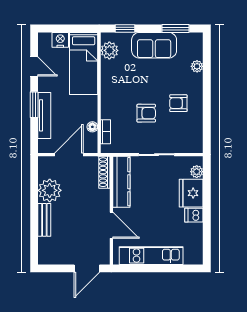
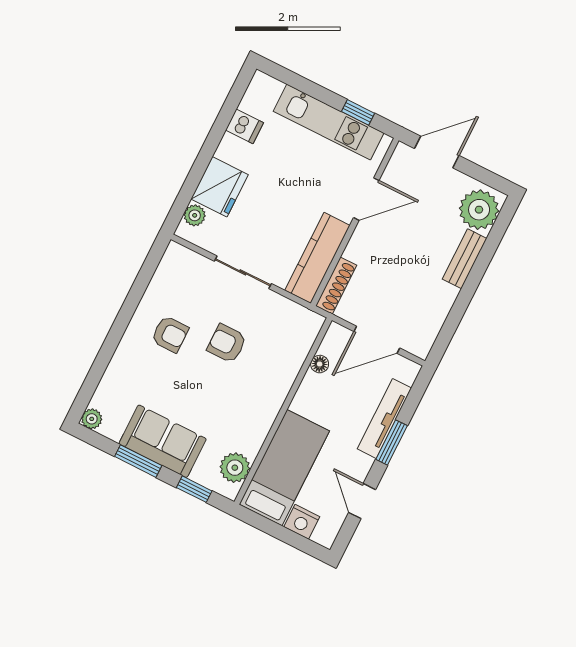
window: (175, 29) -> (138, 461), moved
plant: (197, 66) -> (92, 419), moved
bookcase: (105, 132) -> (303, 346), removed
plant: (50, 190) -> (479, 210), moved
dishwasher: (194, 215) -> (245, 126), moved
door: (111, 225) -> (366, 199), swing flipped
window: (138, 268) -> (358, 112), added

